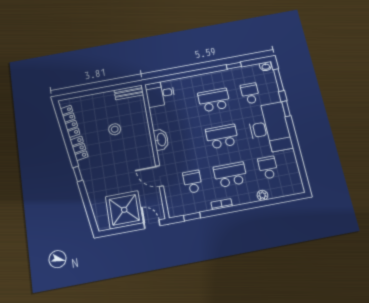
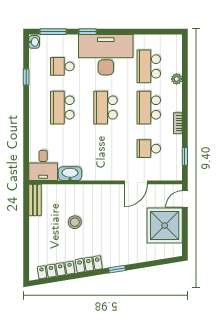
washbasin: (161, 140) -> (70, 174), moved
school desk: (268, 168) -> (149, 66), width x1.85

